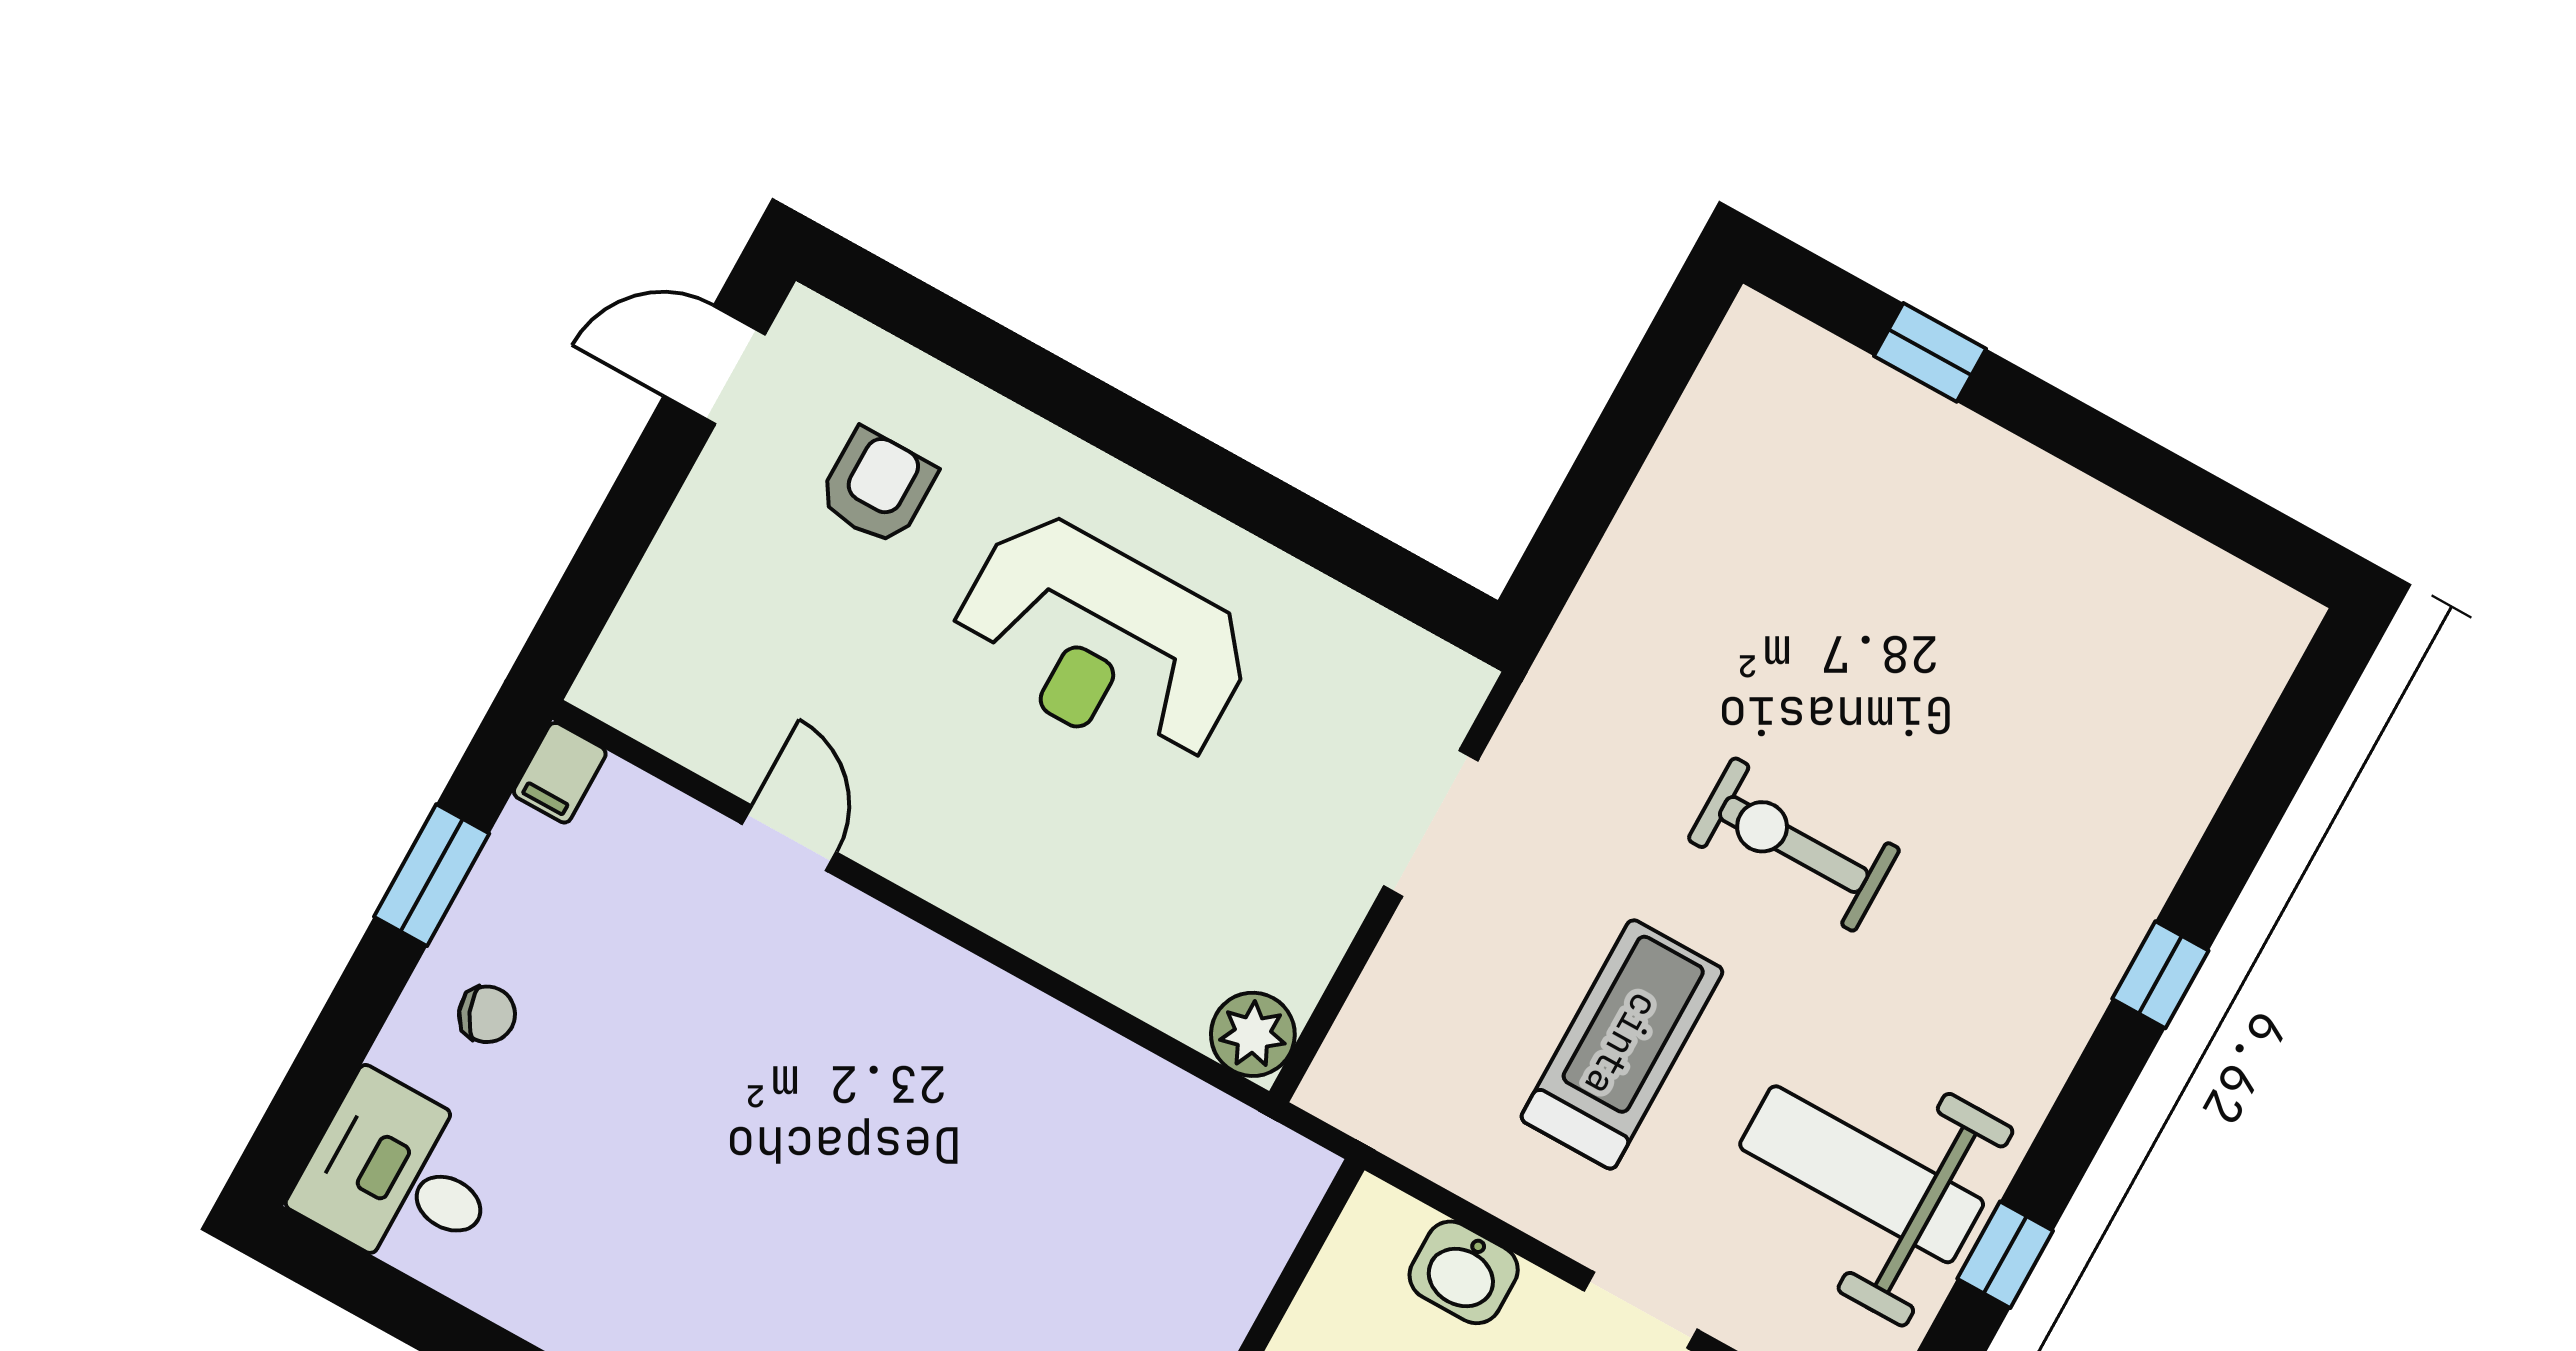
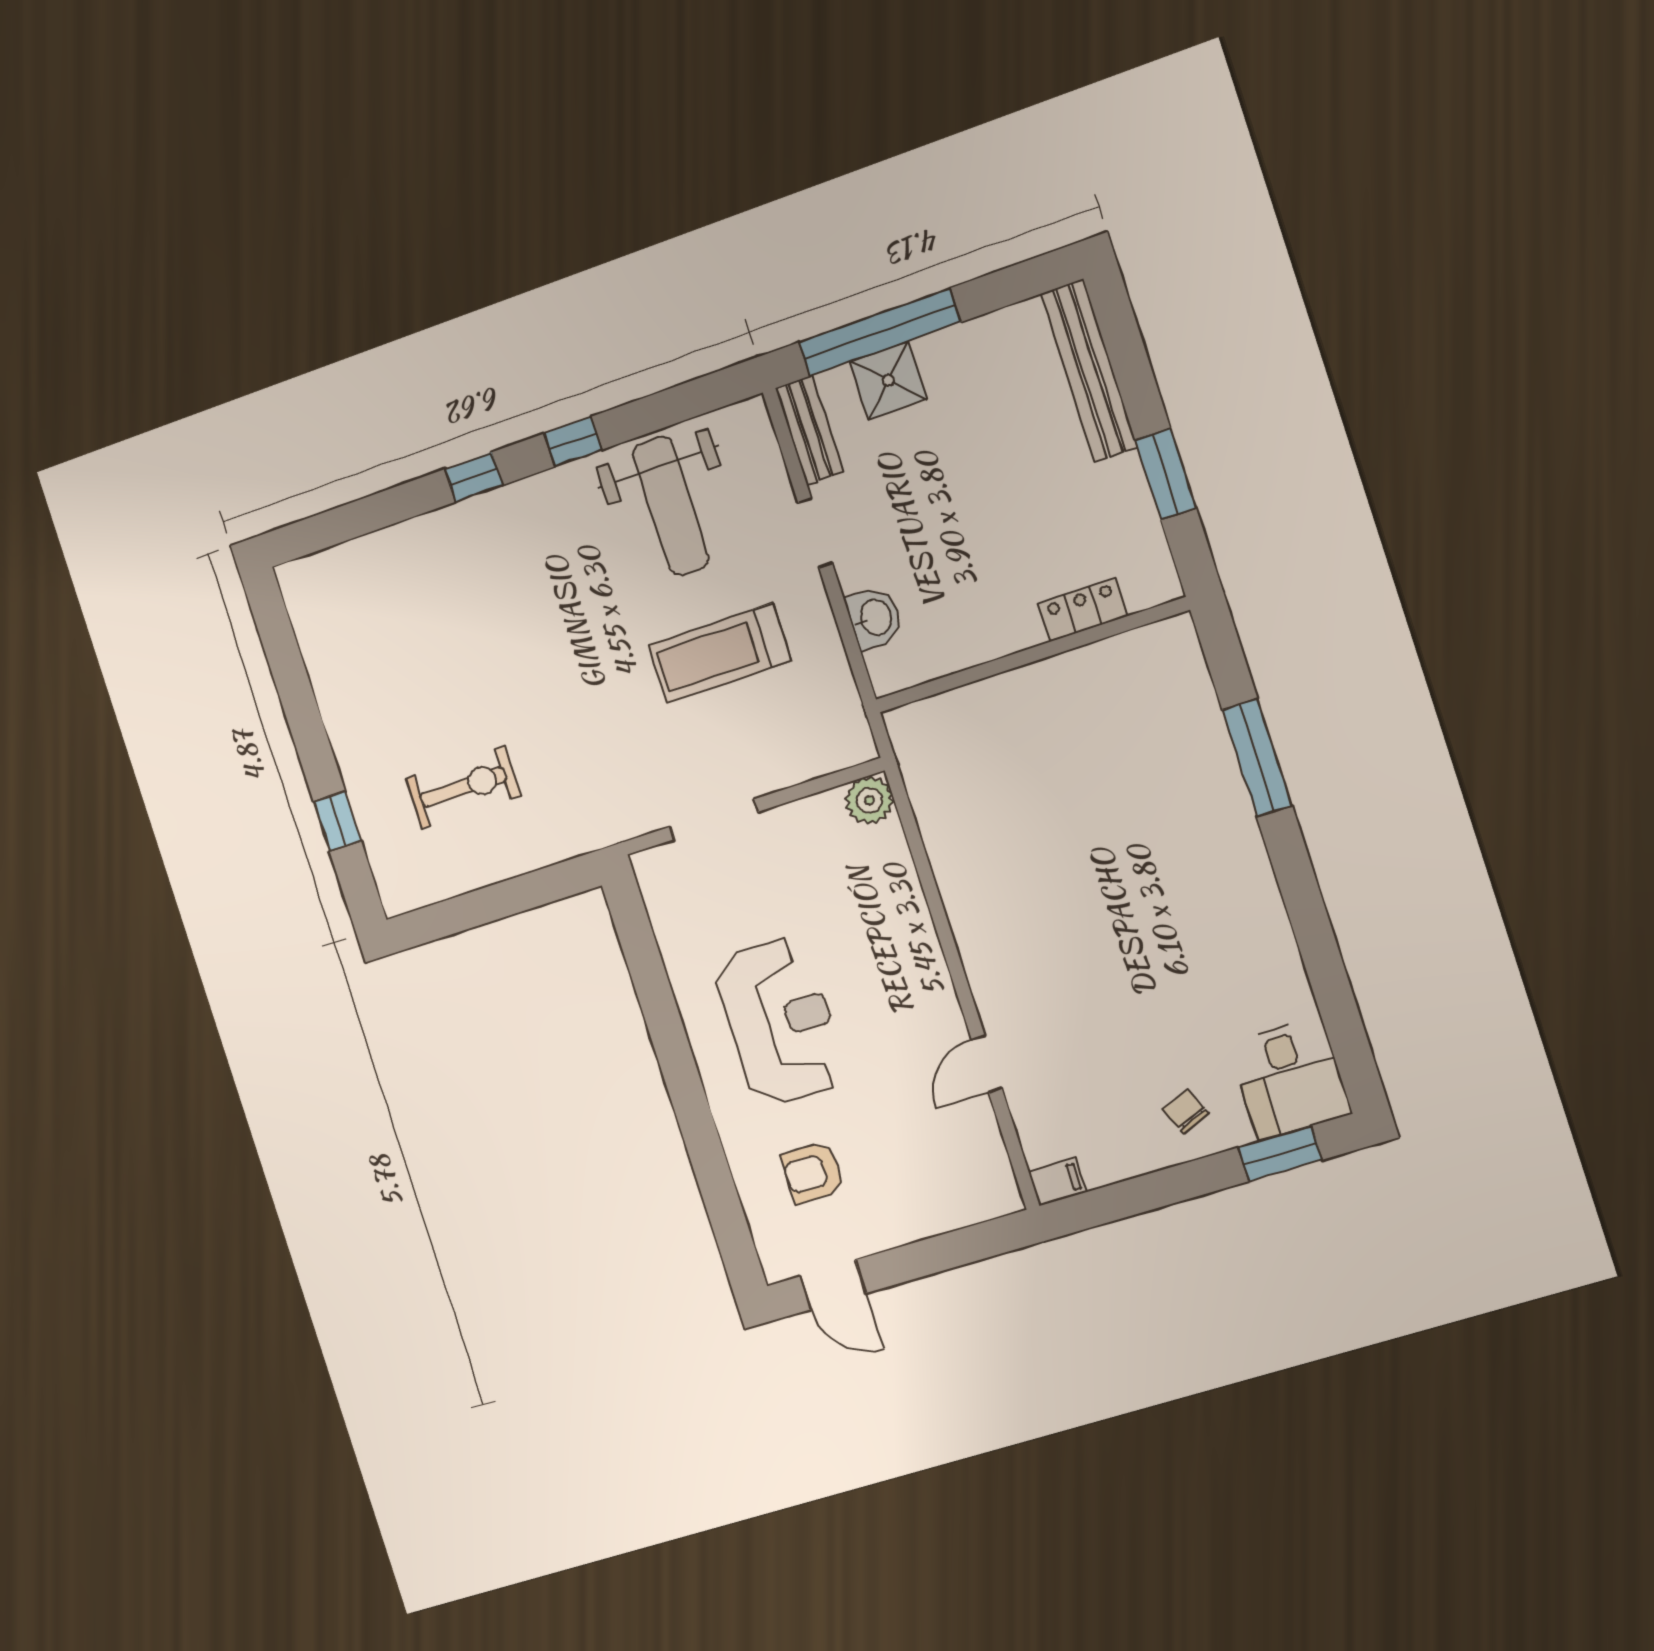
exercise bike: (1794, 844) -> (463, 787), moved, turned -90
window: (432, 875) -> (1280, 1154), moved
window: (2005, 1255) -> (573, 442), moved

